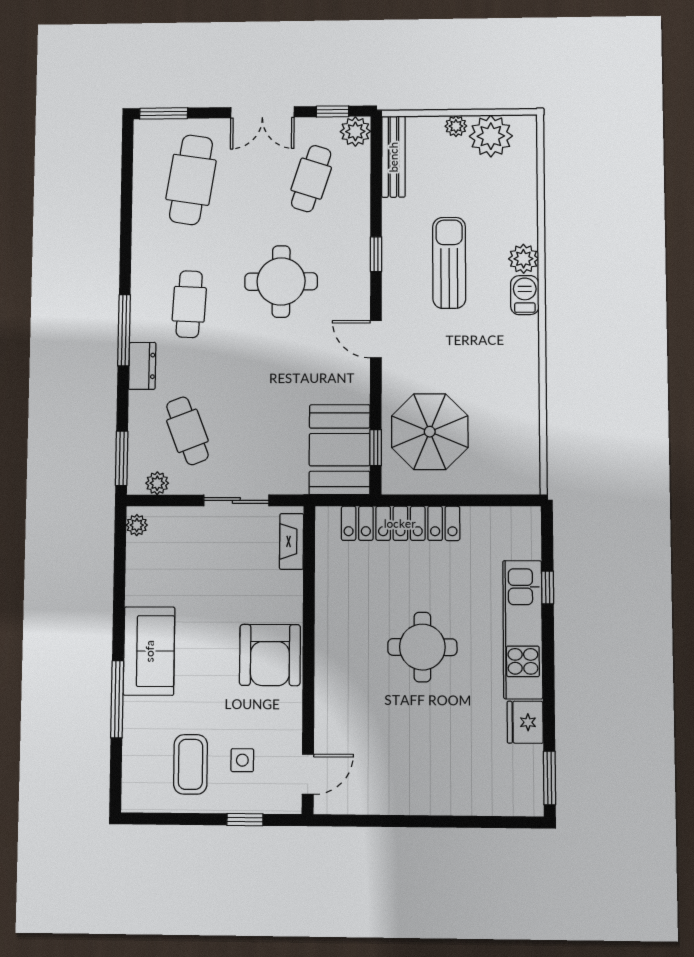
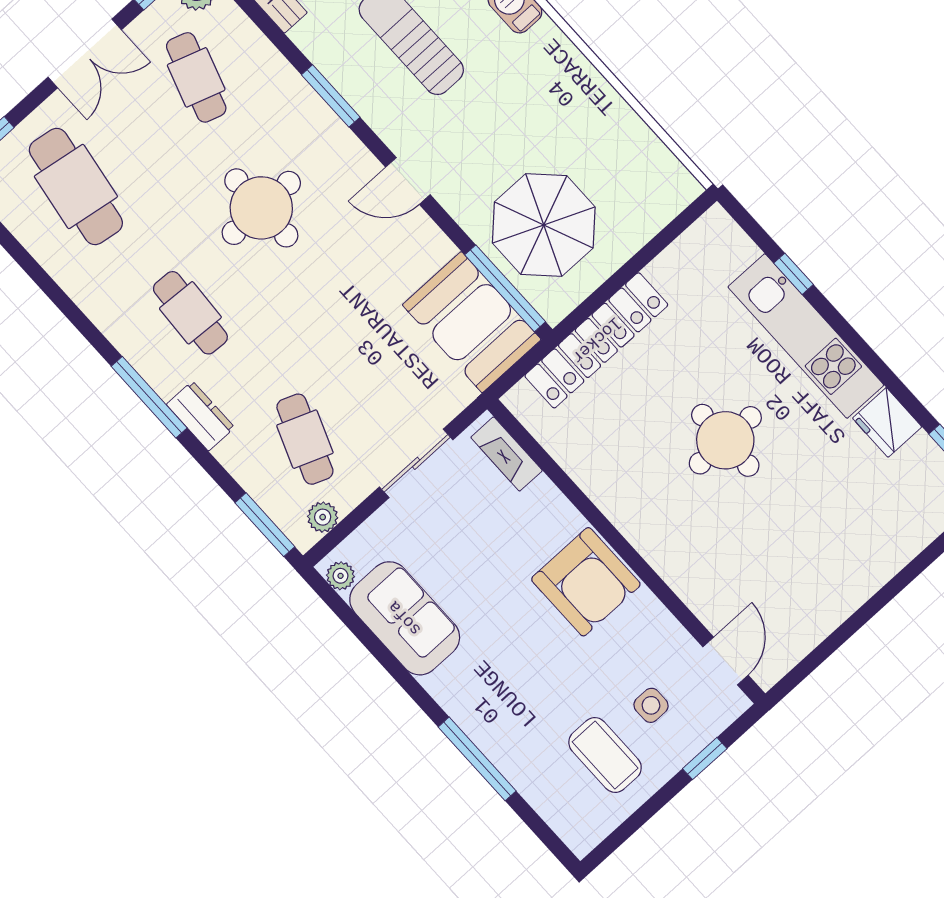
window: (376, 254) -> (331, 96), width x1.50
cafe table: (187, 431) -> (305, 439), turned 42
window: (376, 448) -> (505, 288), width x2.17
sofa: (149, 651) -> (405, 618), moved

